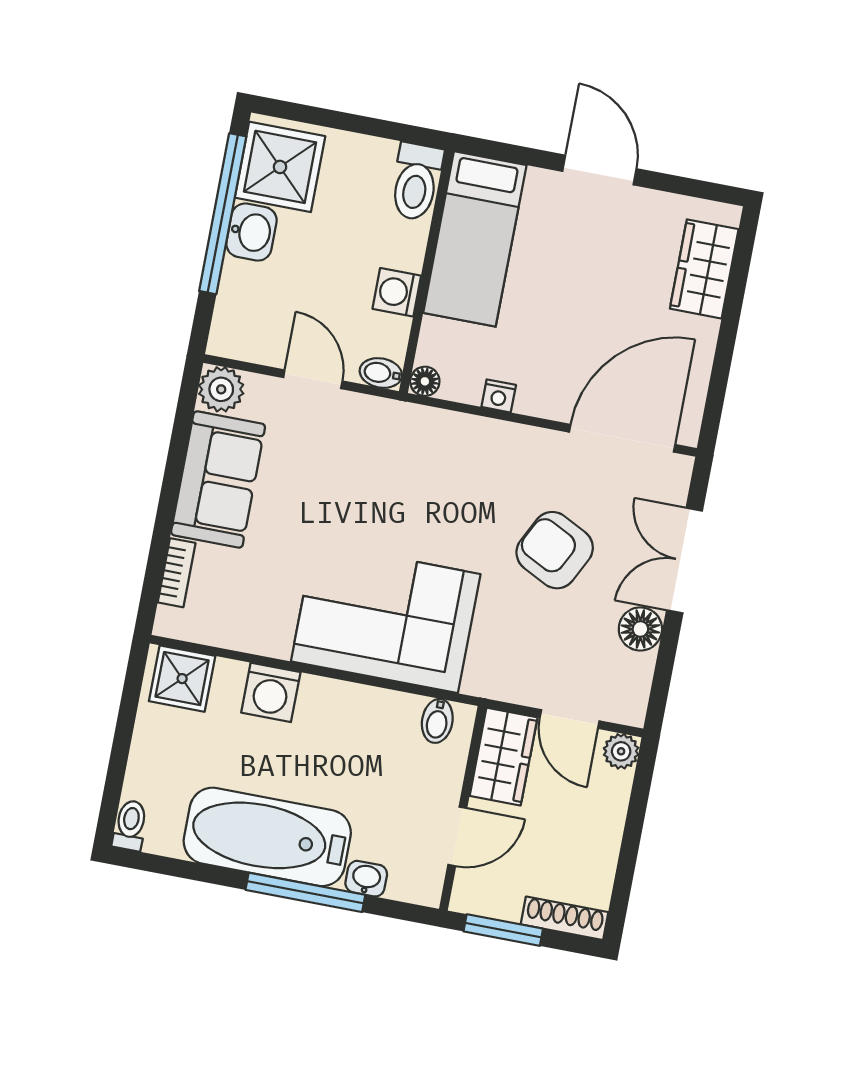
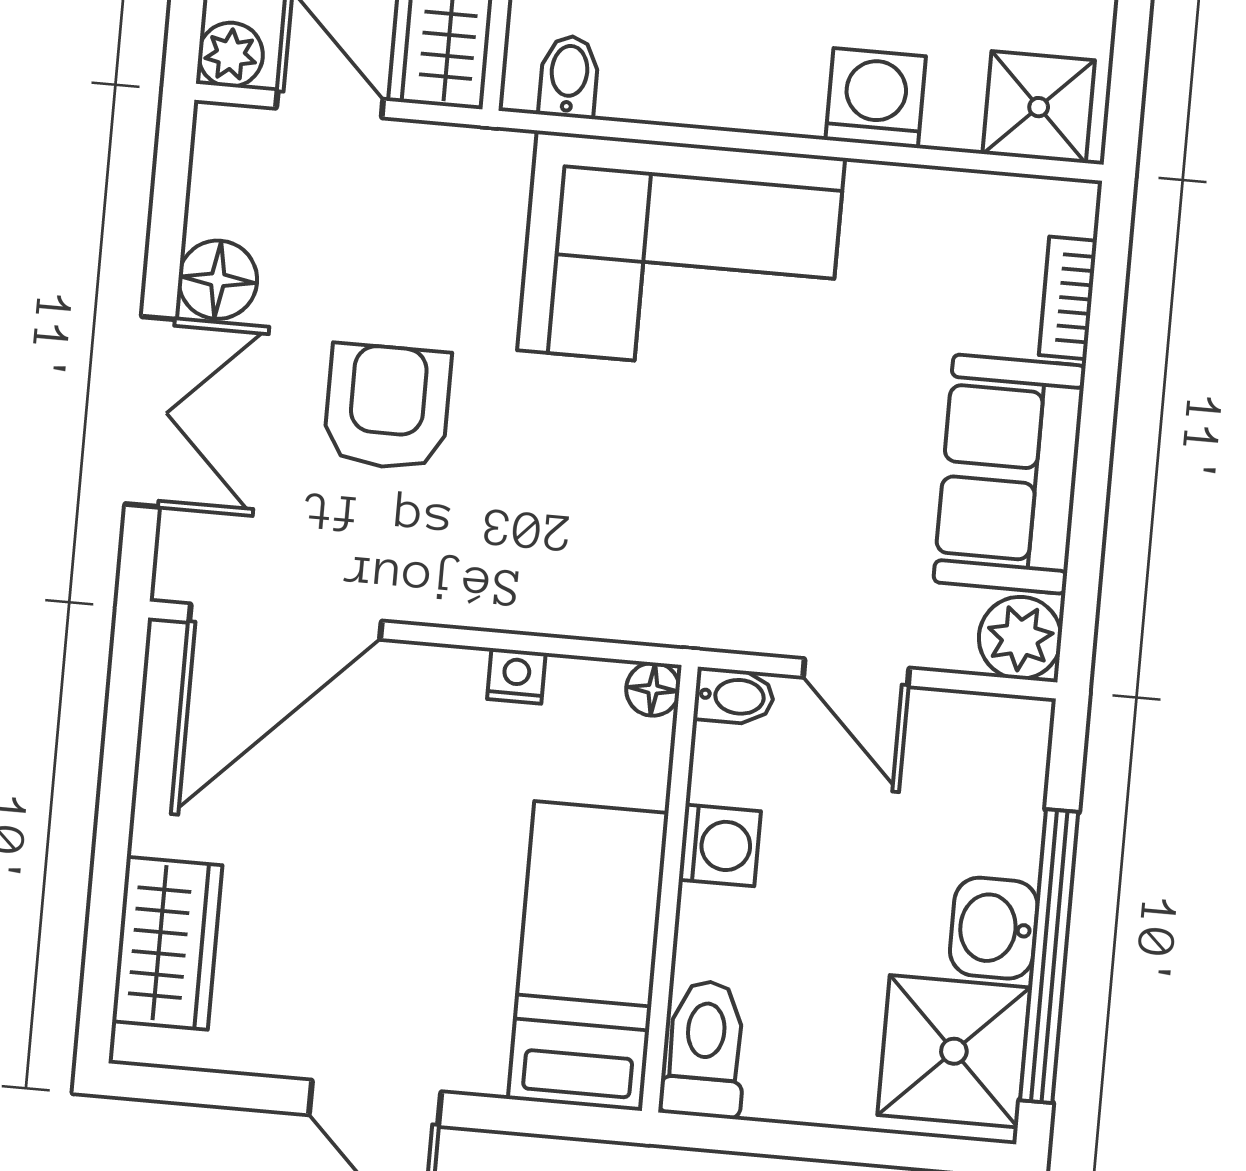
armchair: (555, 550) -> (387, 407), turned -117

